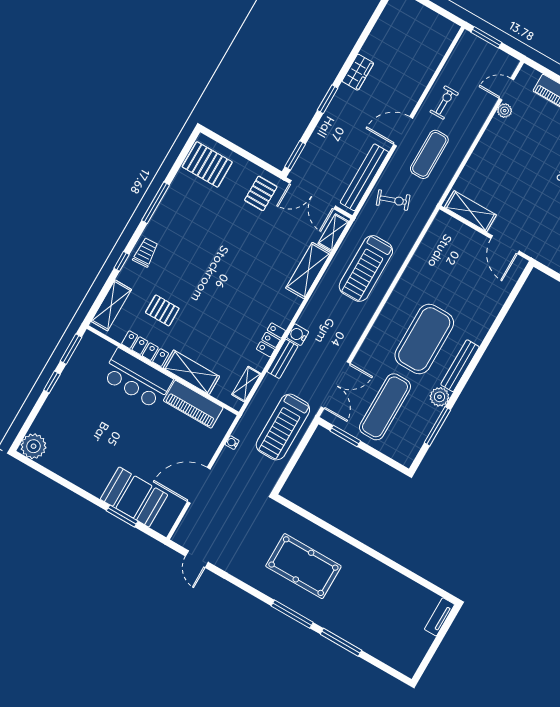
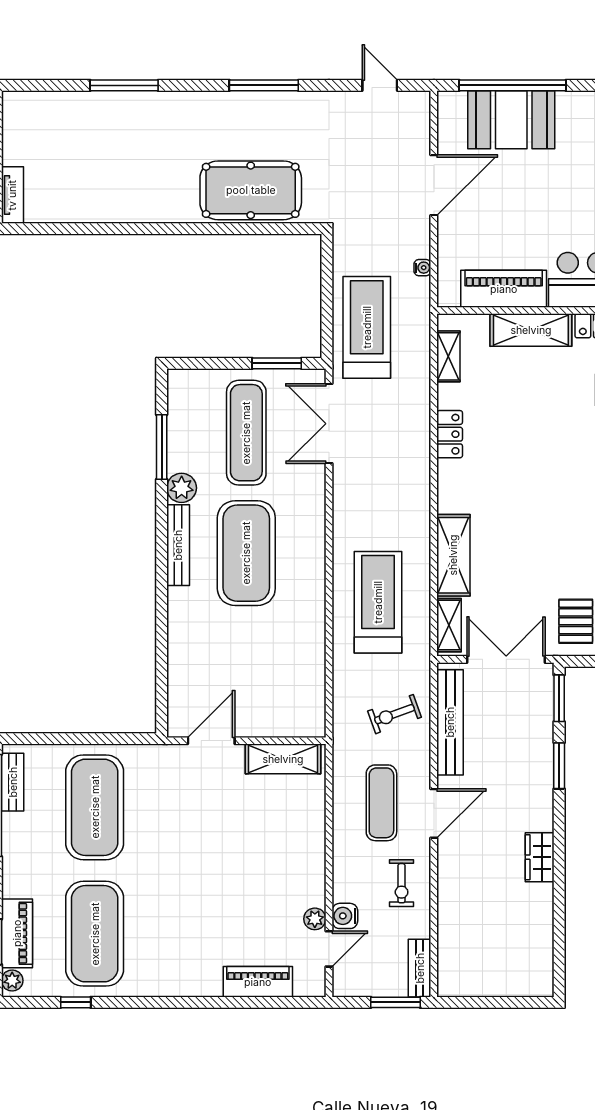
window: (328, 99) -> (559, 766), moved
door: (505, 245) -> (211, 741), hinge flipped
water cooler: (298, 335) -> (345, 916), moved, turned 180
bench: (283, 359) -> (420, 968), moved
window: (122, 516) -> (512, 85), width x2.11
pool table: (303, 566) -> (251, 190), moved
window: (292, 614) -> (264, 85), moved

